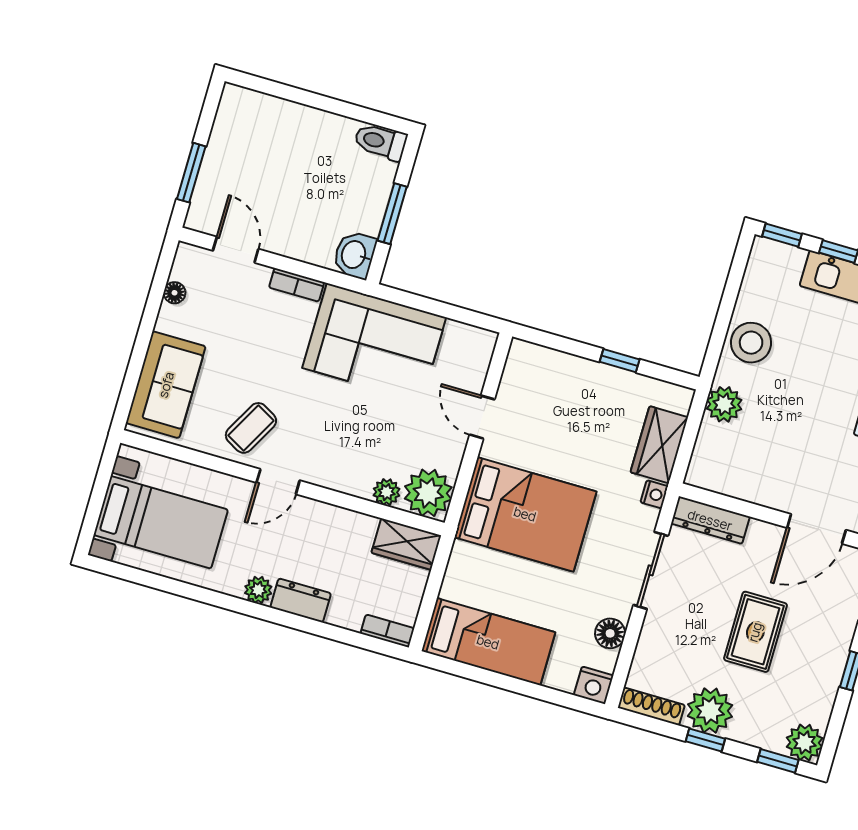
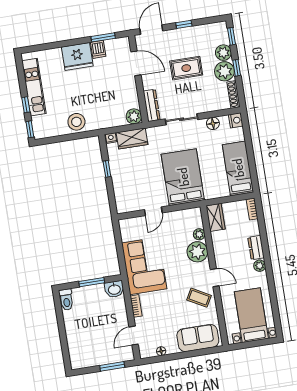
plant: (724, 404) -> (134, 116), moved
plant: (428, 493) -> (197, 252), moved
nightstand: (654, 494) -> (111, 138), moved
plant: (805, 743) -> (223, 53), moved

